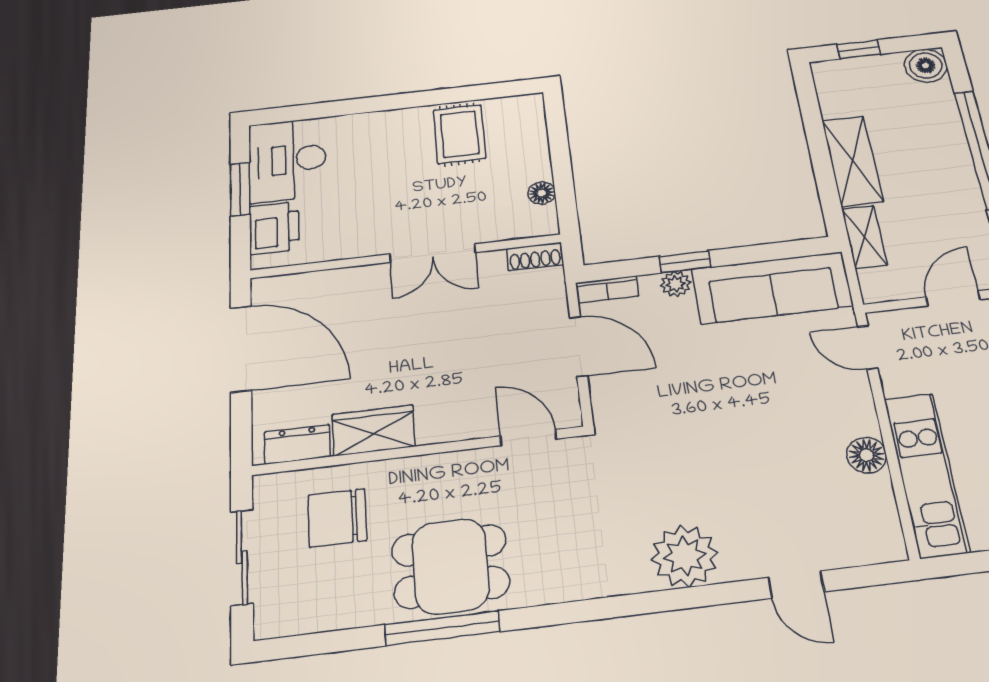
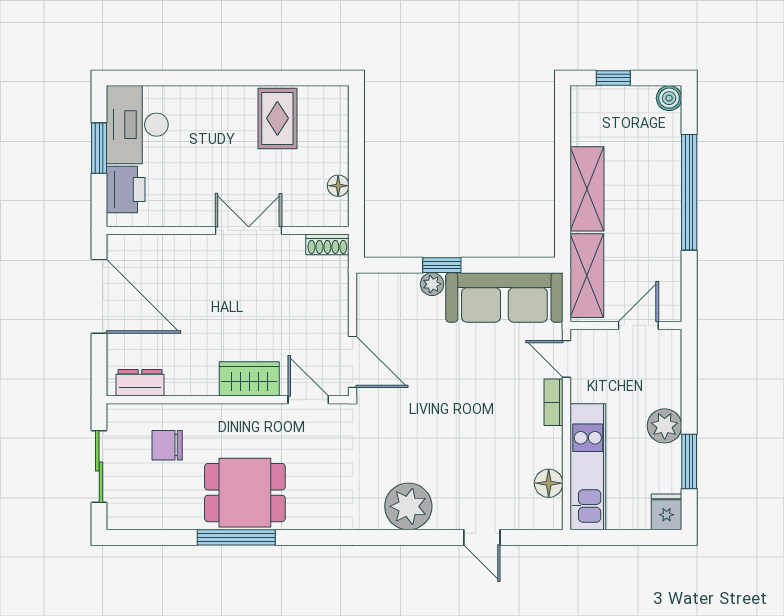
boiler: (926, 66) -> (669, 98), width x0.73, depth x0.73
shelving: (864, 237) -> (587, 276), width x1.50, depth x1.33
double door: (433, 253) -> (249, 230), swing flipped
bookcase: (607, 290) -> (554, 402), moved, turned 90
door: (579, 346) -> (353, 362), moved
wardrobe: (374, 430) -> (249, 379), moved
floor lamp: (867, 455) -> (549, 483), moved
chair: (337, 518) -> (167, 445), width x0.73, depth x0.73

